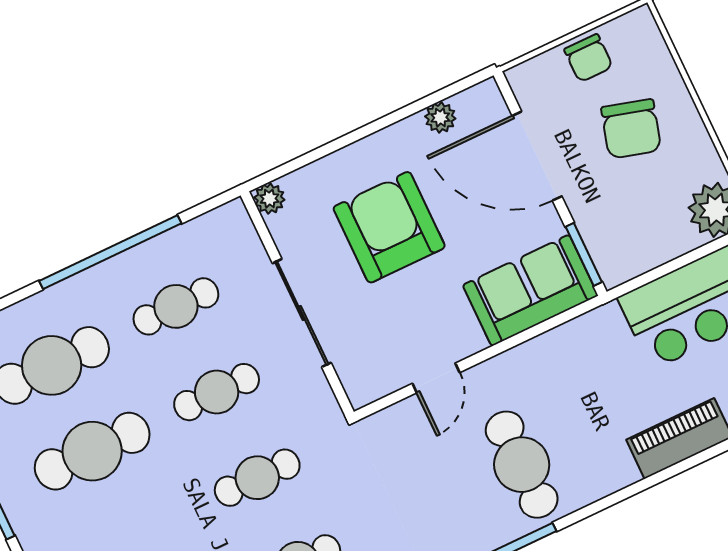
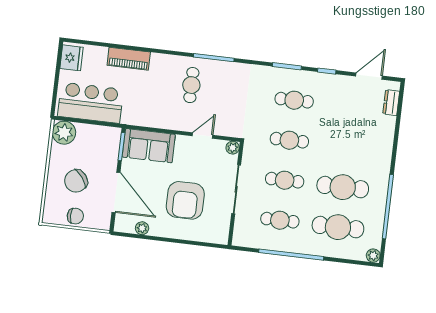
chair: (588, 58) -> (75, 216), turned 90
chair: (631, 129) -> (76, 181), turned -143
plant: (269, 199) -> (233, 148), moved
cafe table: (522, 465) -> (191, 85), width x0.73, depth x0.74

